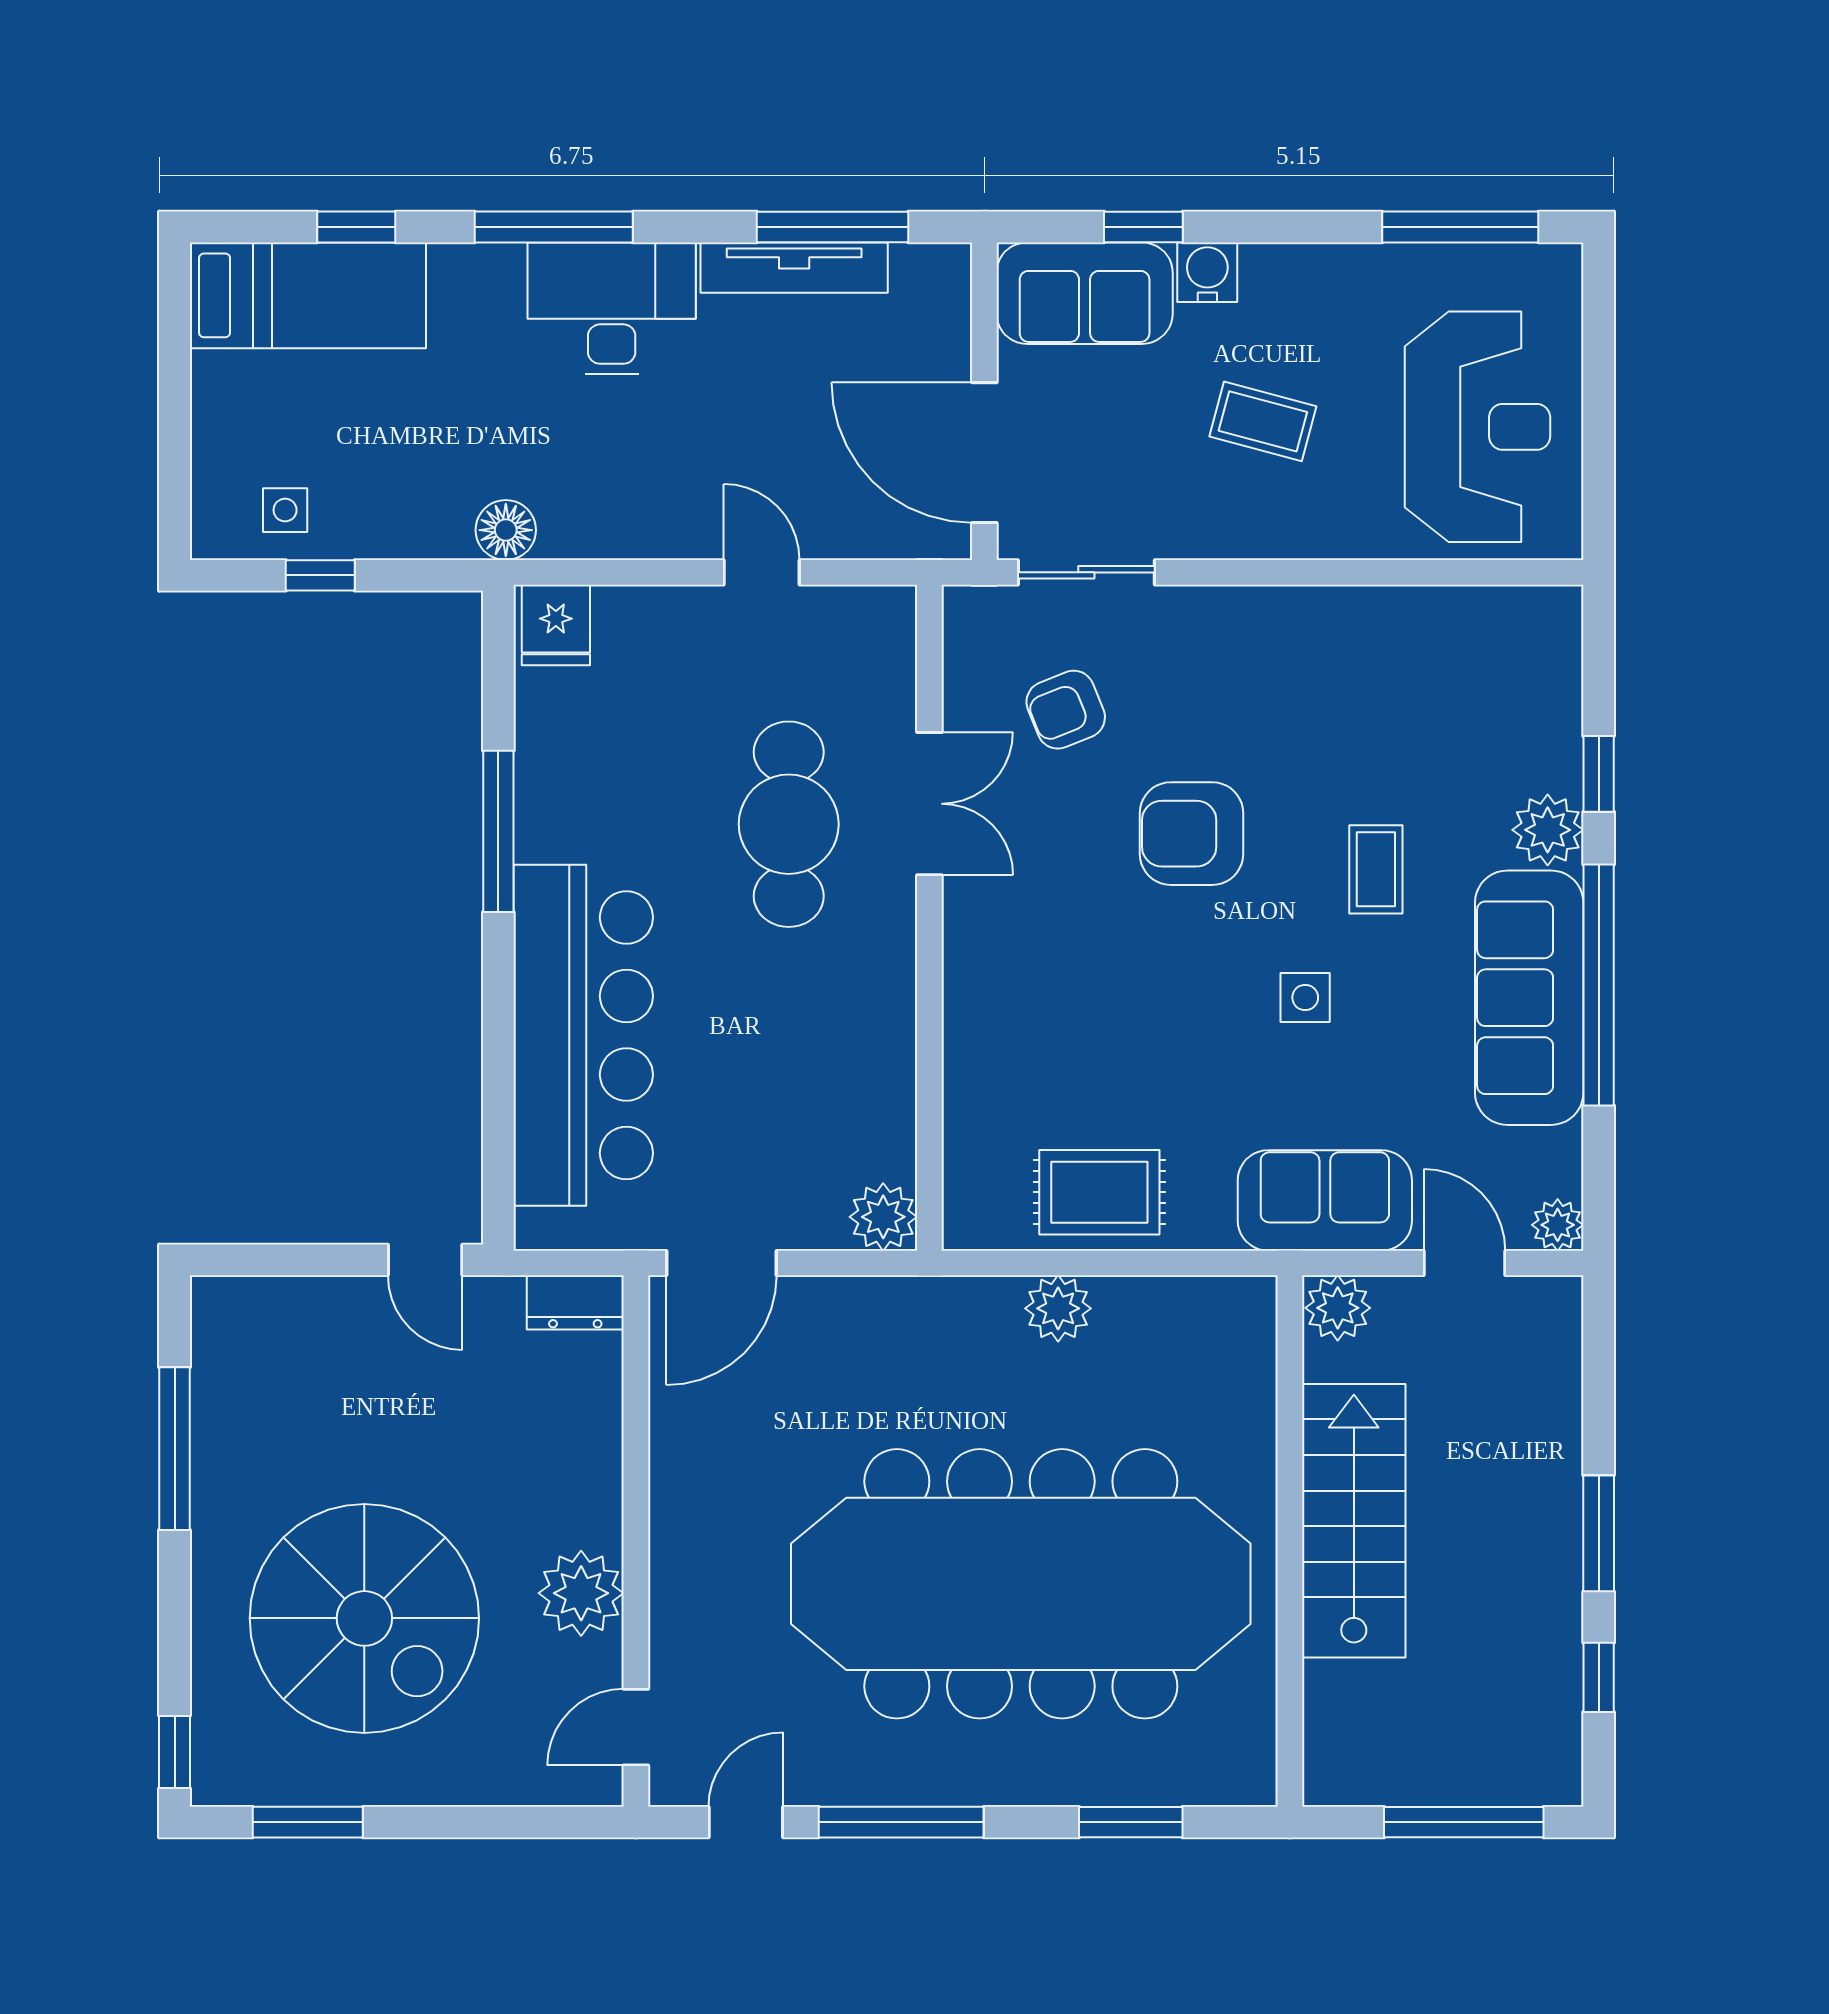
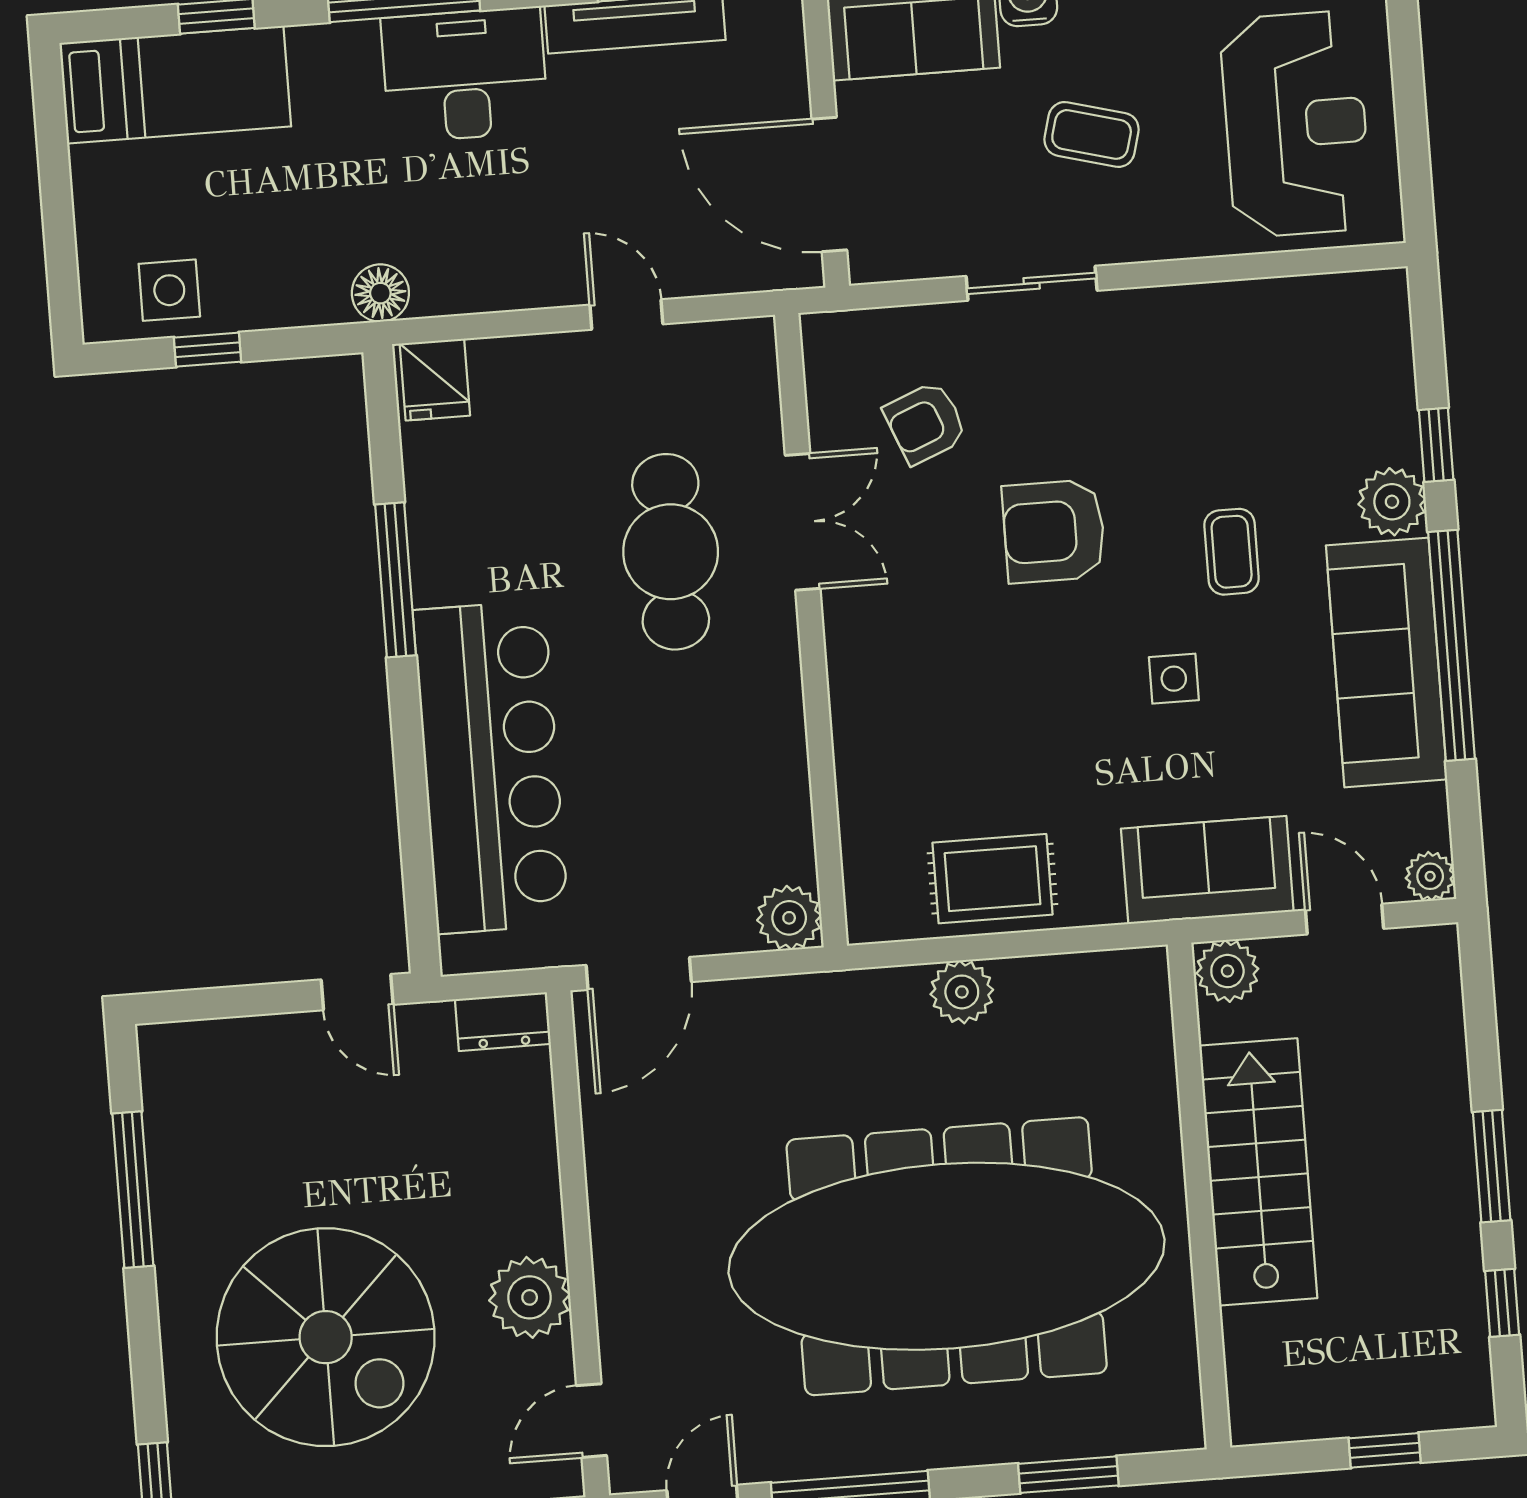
side table: (285, 510) -> (169, 290), width x1.37, depth x1.37
sliding door: (1086, 572) -> (1032, 283), moved
window: (1464, 1822) -> (1385, 1450), width x0.46

